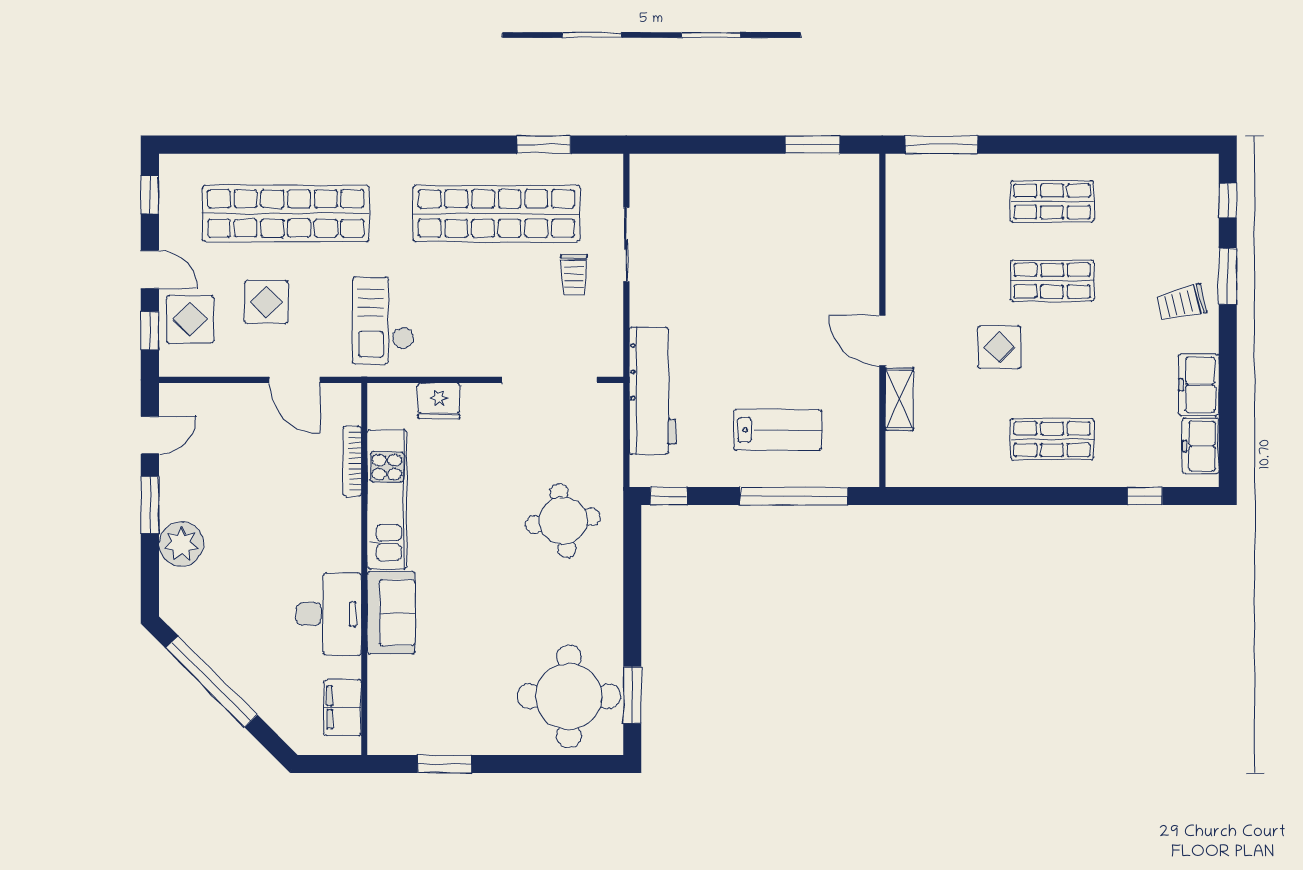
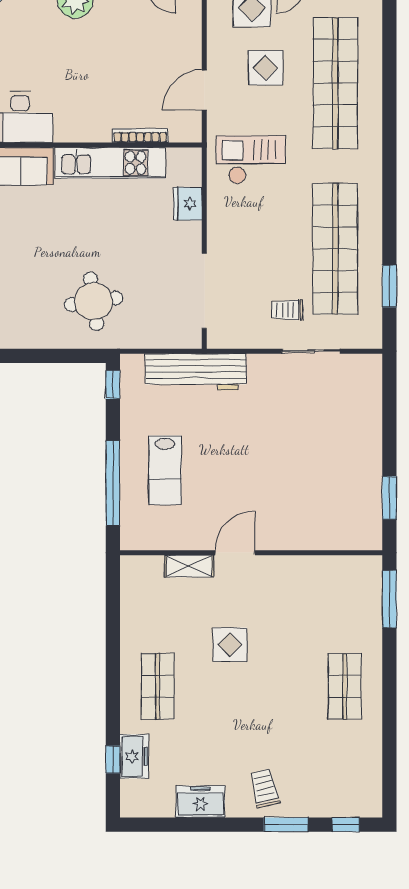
shop shelf: (1052, 281) -> (282, 686), removed
freezer: (1201, 446) -> (134, 756), moved, turned 90

